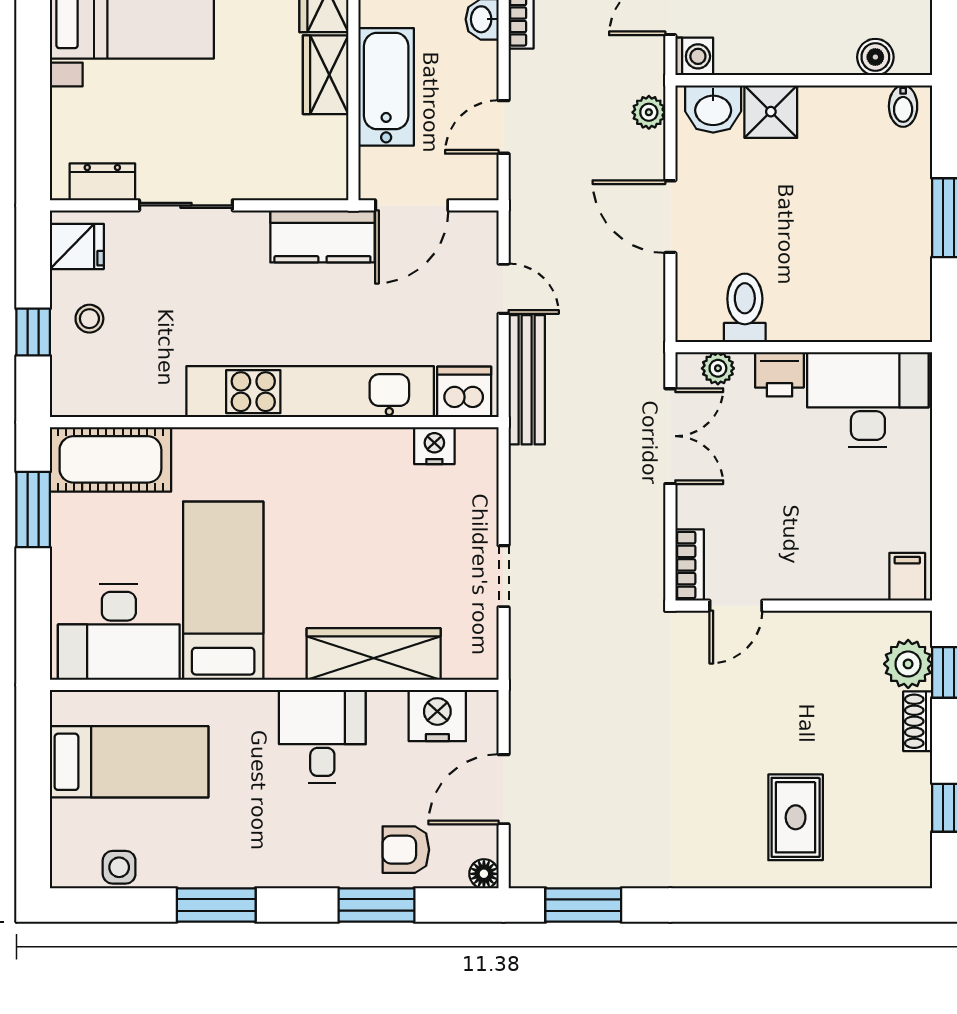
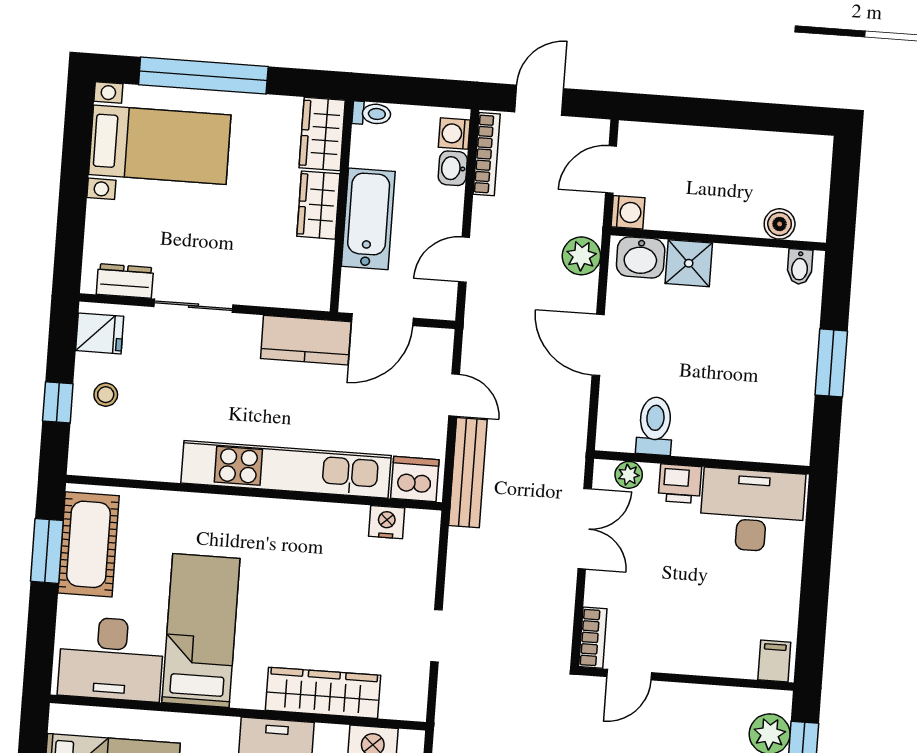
plant: (649, 112) -> (581, 256), width x1.38, depth x1.38
cot: (110, 459) -> (89, 544), moved, turned 90

